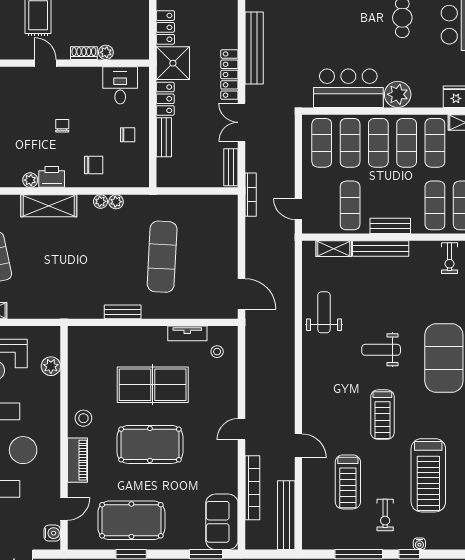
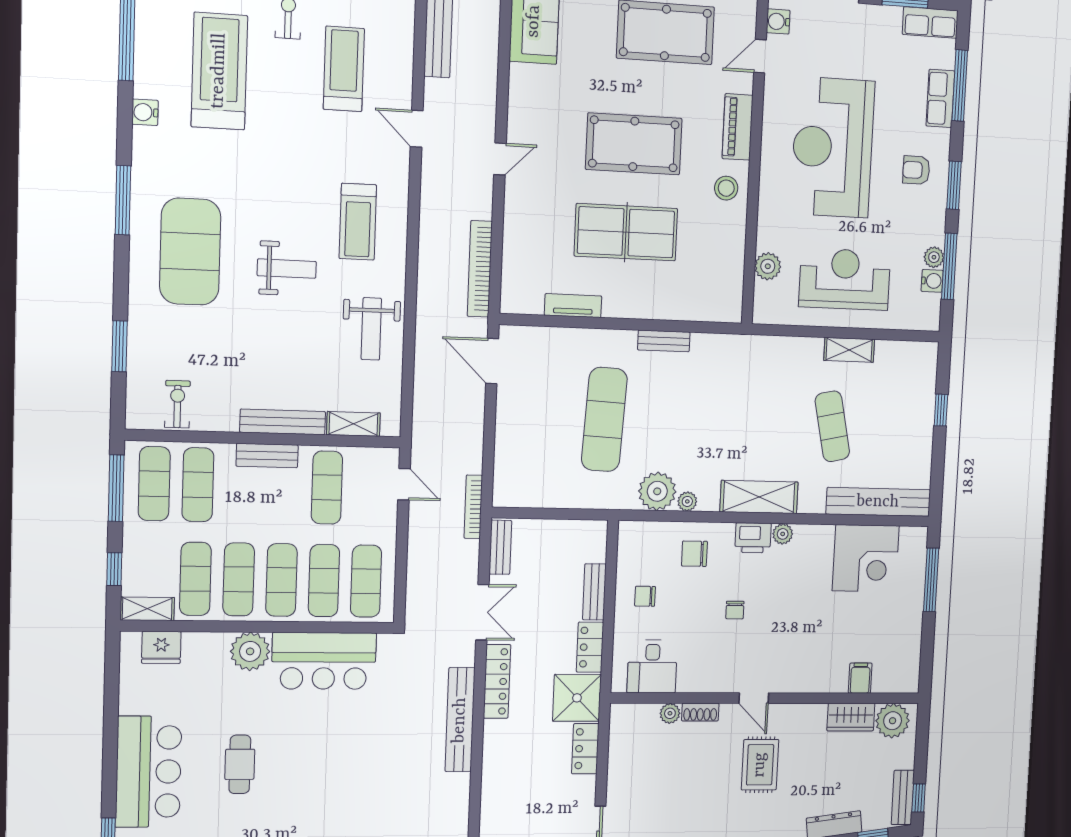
plant: (116, 202) -> (657, 491), width x1.87, depth x1.87
stool: (217, 352) -> (531, 277), removed
treadmill: (382, 415) -> (358, 222), moved, turned 180
bookcase: (252, 488) -> (480, 269), moved

